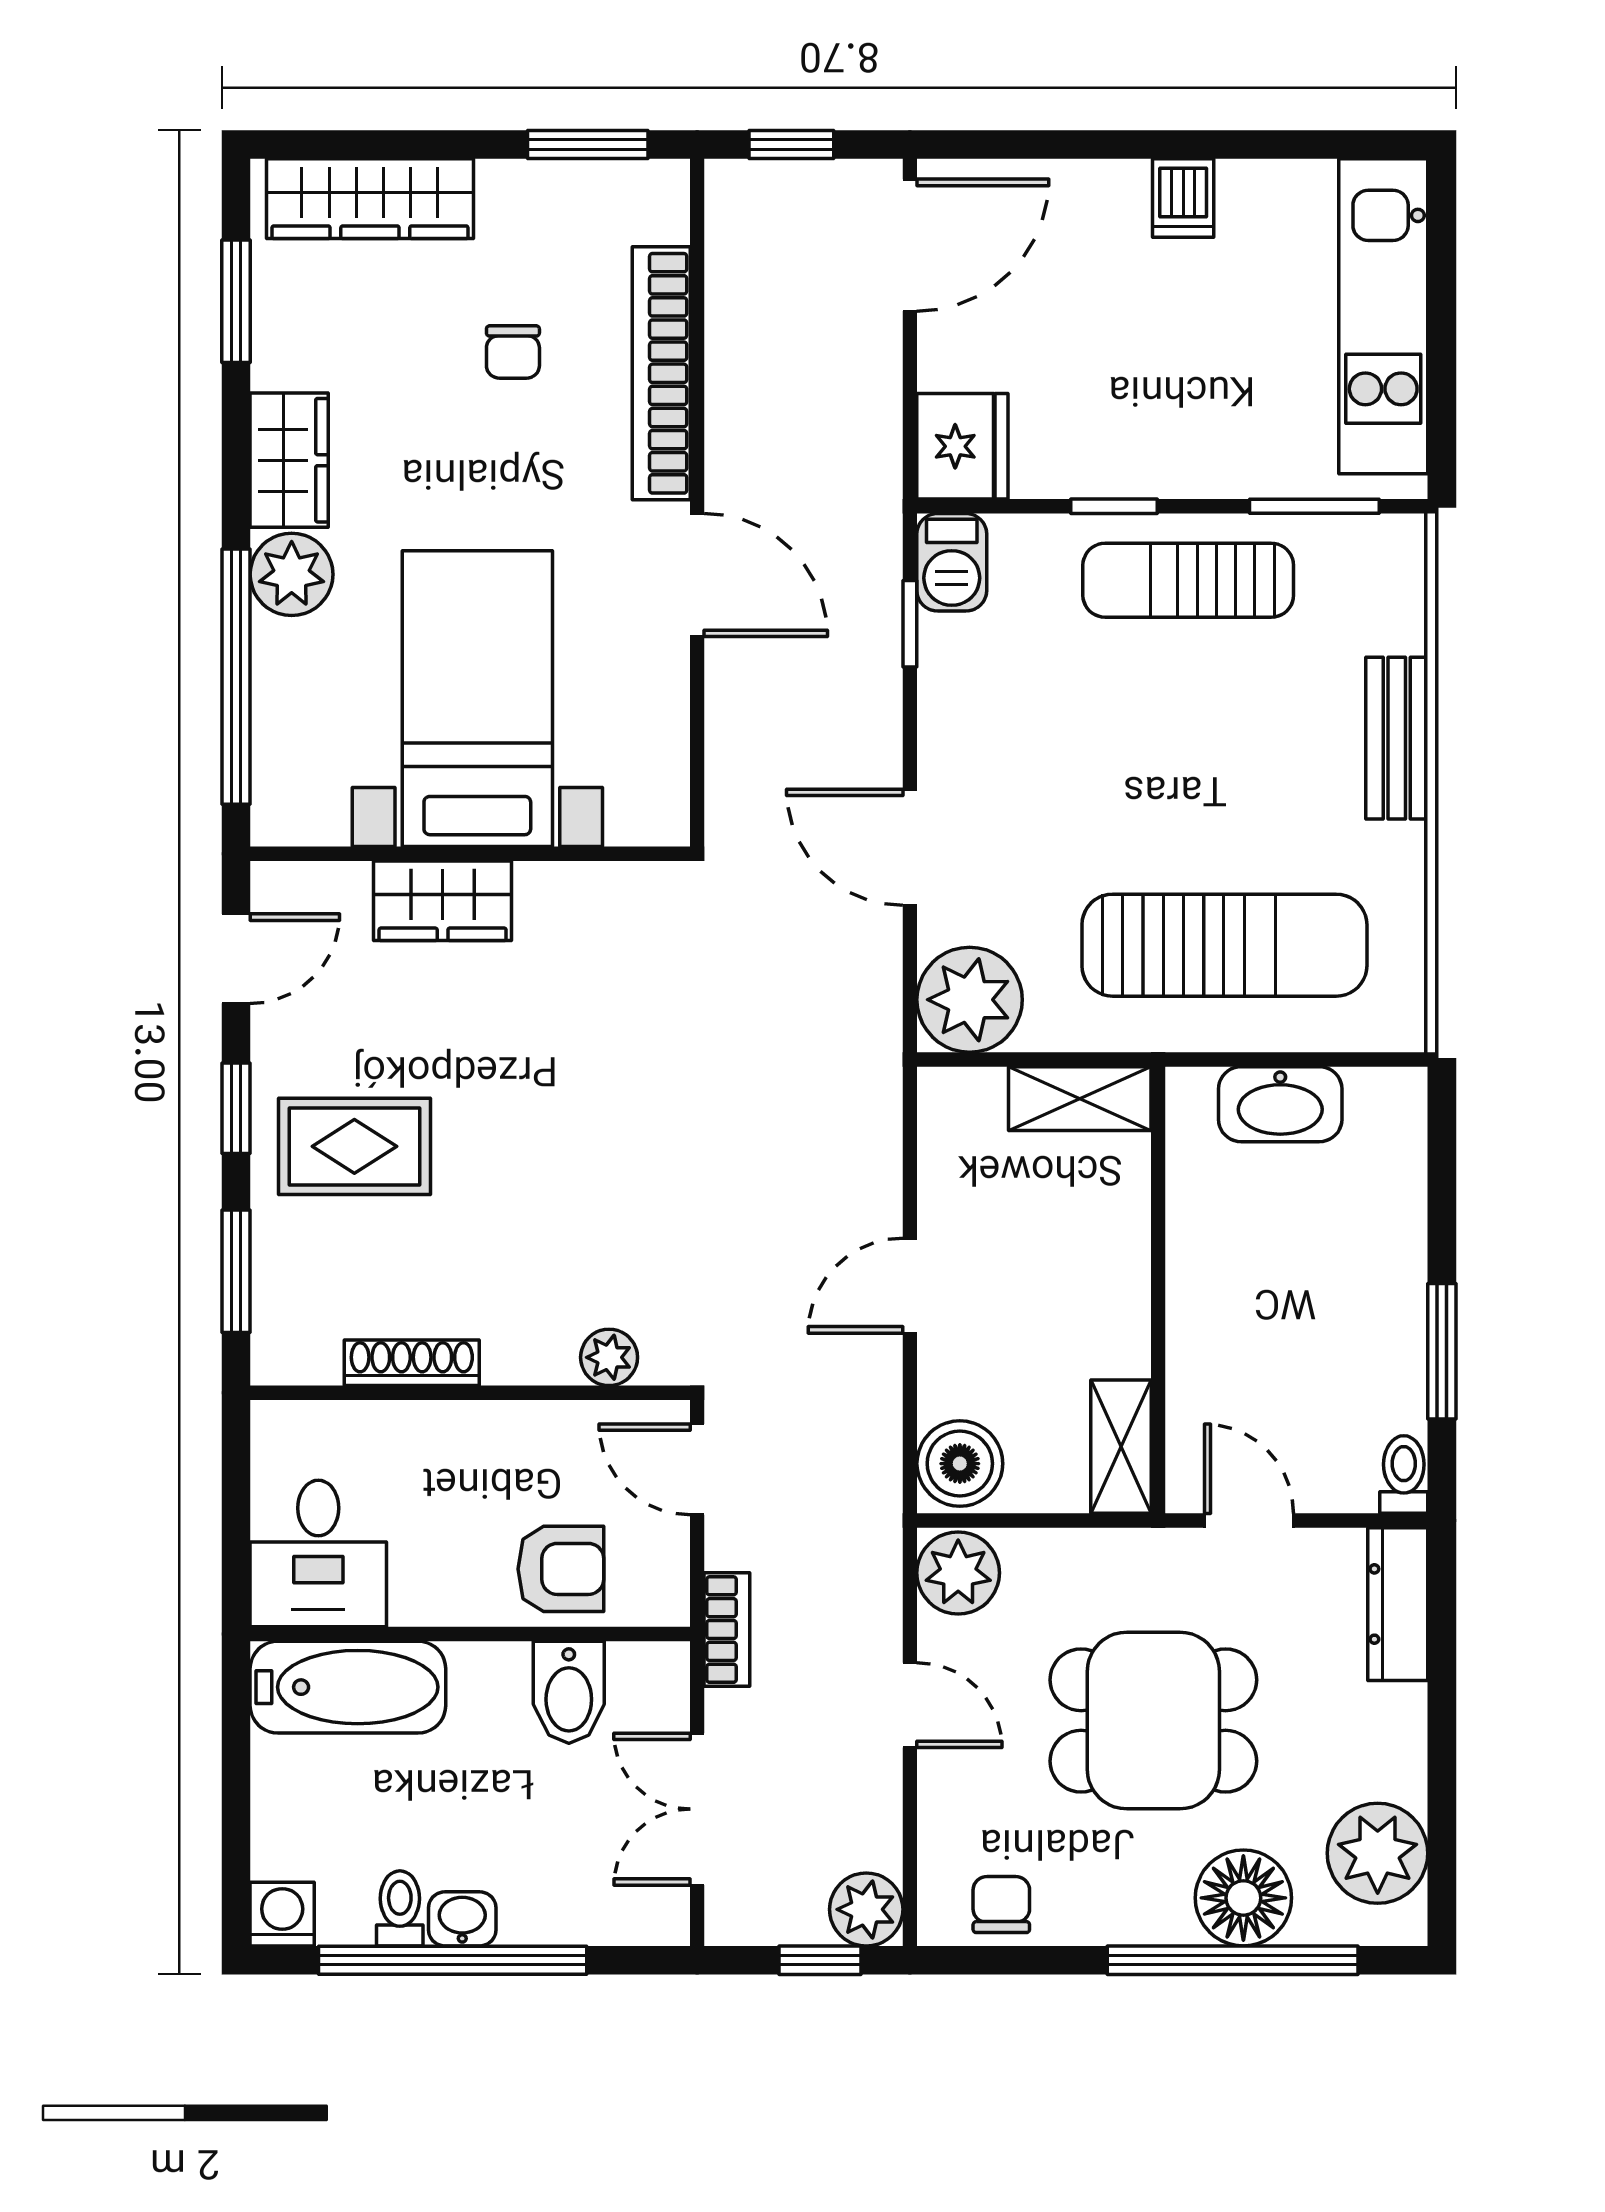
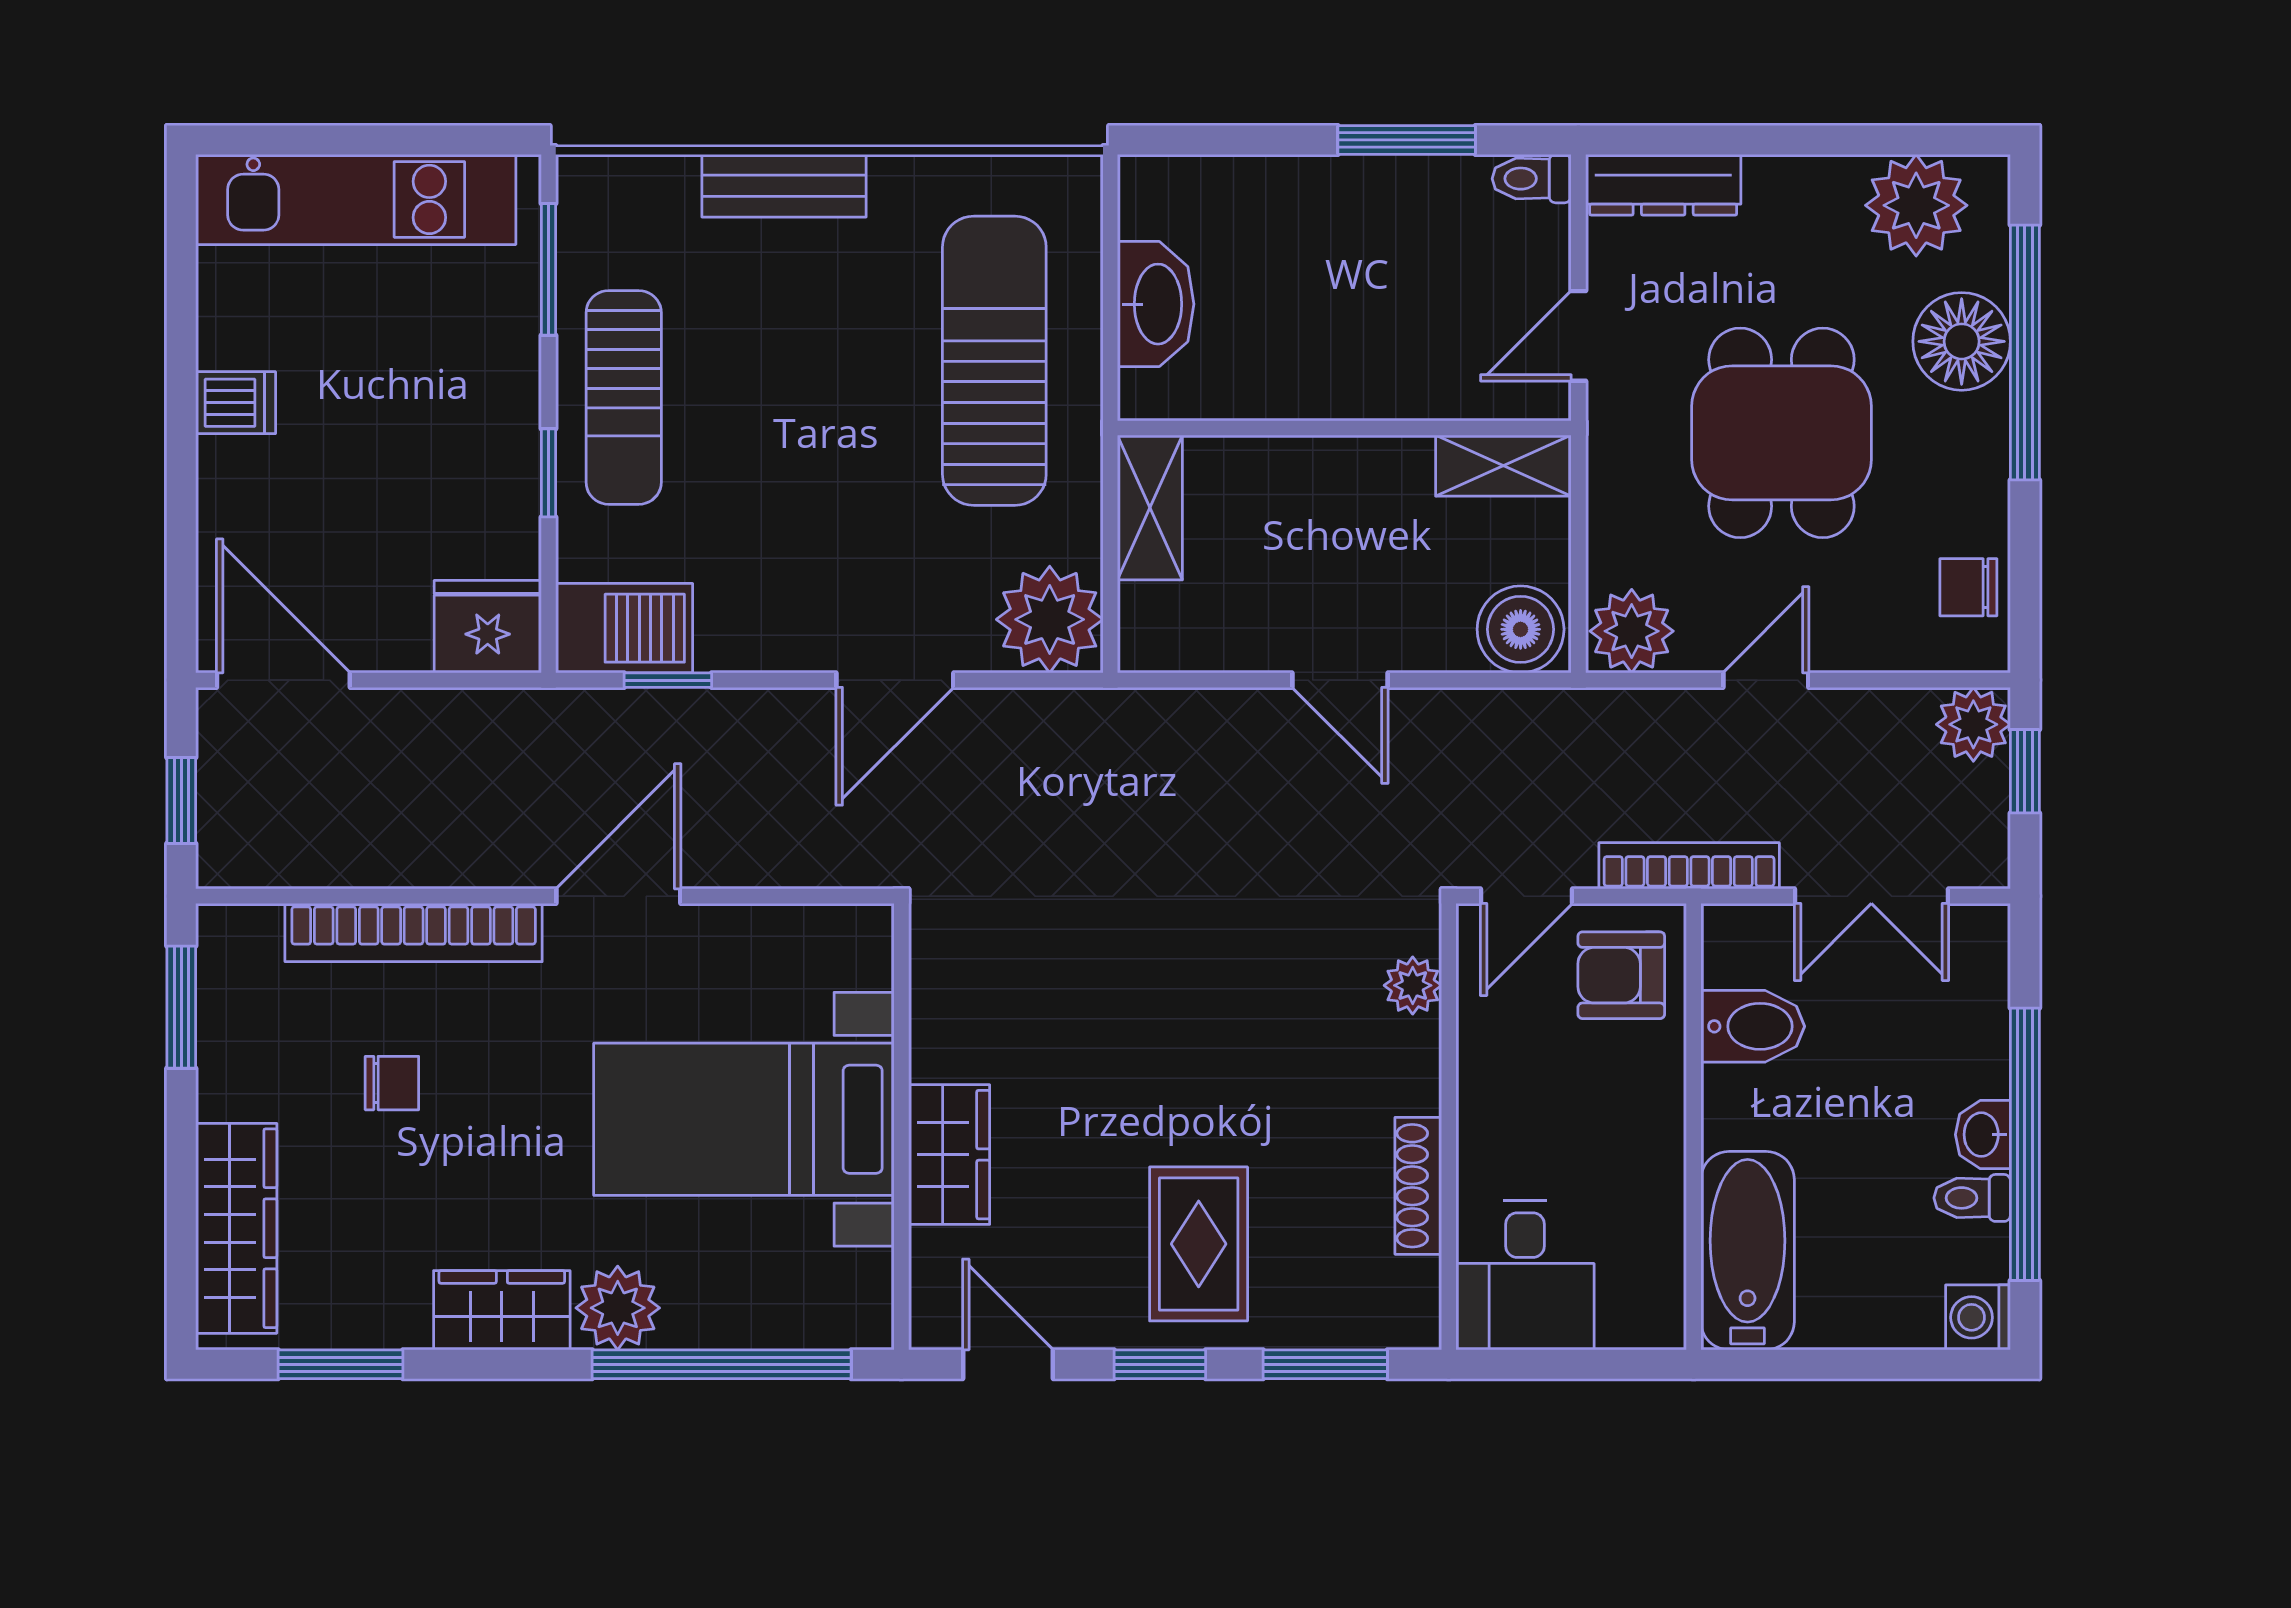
barbecue: (952, 562) -> (624, 628), width x1.38, depth x1.27
desk: (318, 1554) -> (1525, 1275), moved, turned 90
armchair: (561, 1569) -> (1621, 975), moved, turned -90
bookcase: (727, 1630) -> (1689, 866), width x1.56

